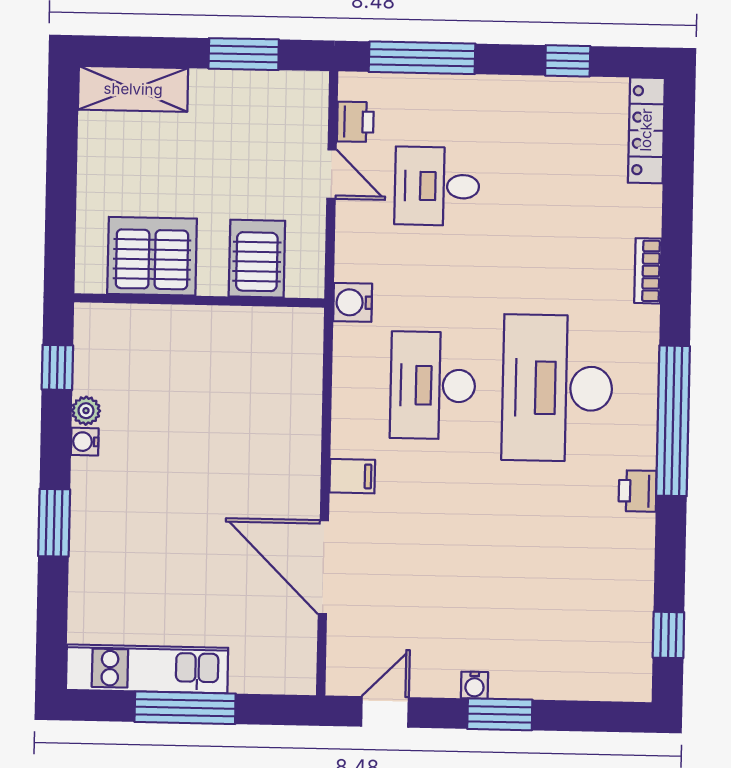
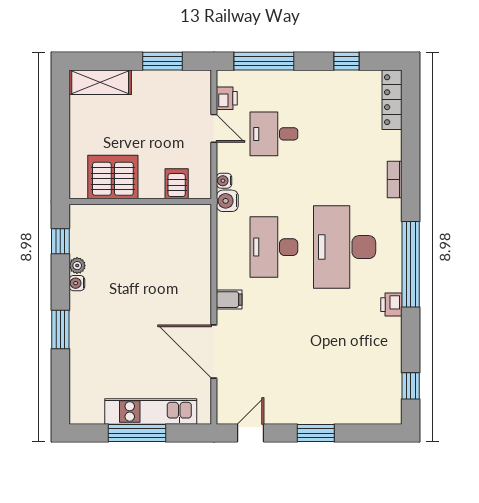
server rack: (257, 259) -> (177, 184), width x0.73, depth x0.70
kitchen unit: (147, 669) -> (151, 411), moved
water cooler: (475, 685) -> (224, 181), moved, turned 90

